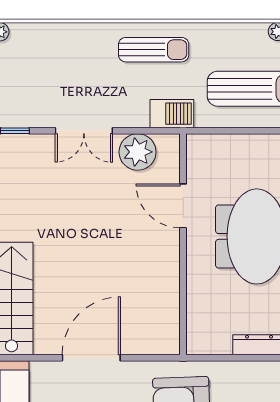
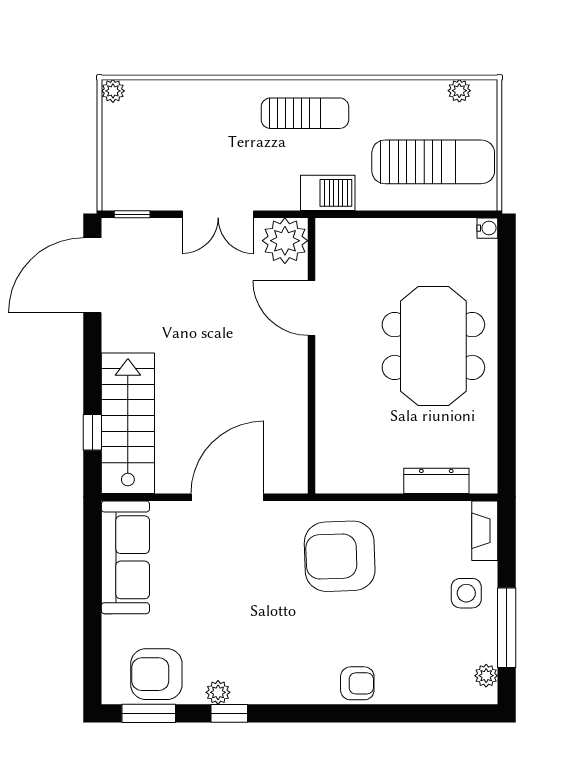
door: (183, 206) -> (311, 308), moved
wall: (183, 244) -> (311, 356), moved

